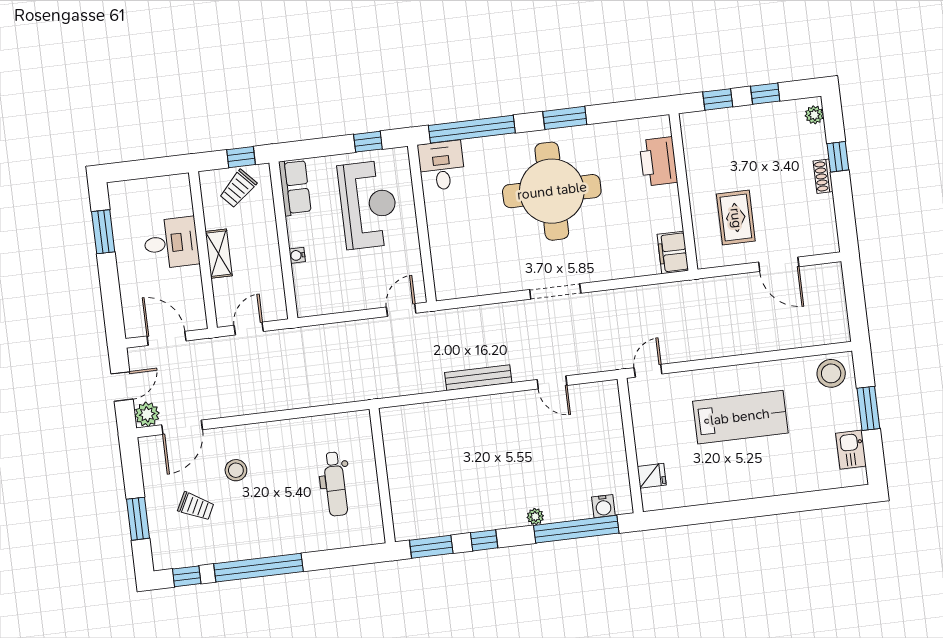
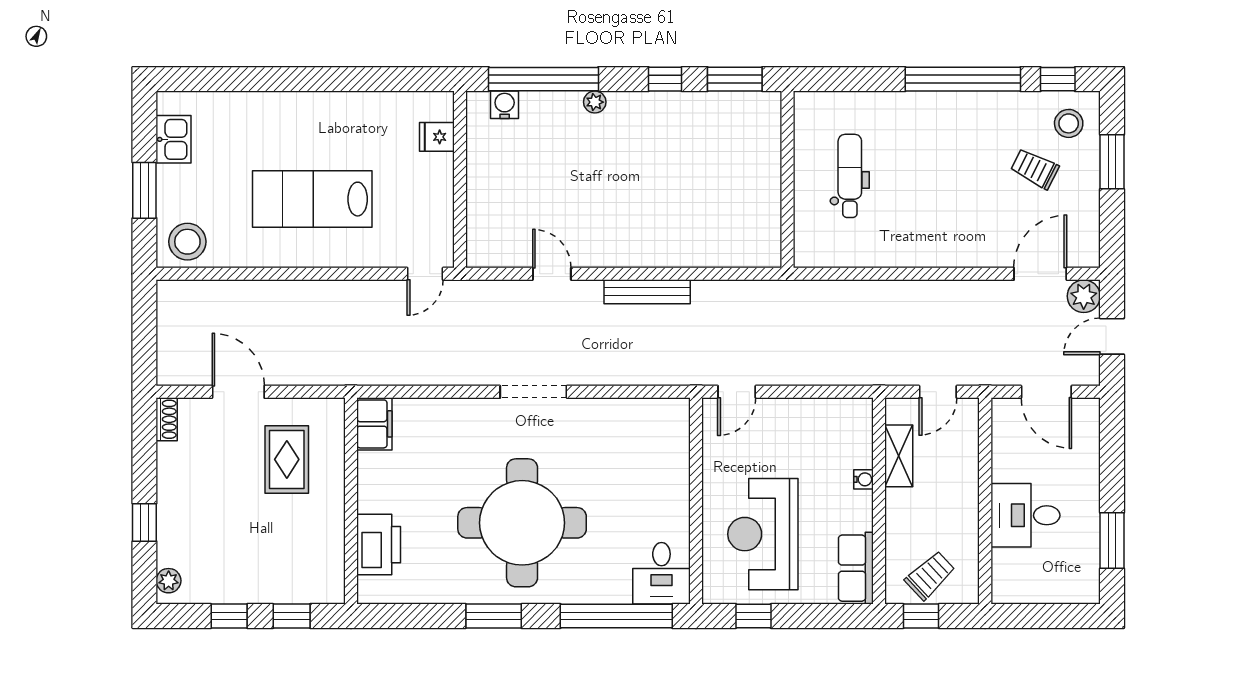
shoe rack: (823, 176) -> (167, 419), moved
shelving: (219, 254) -> (899, 456), moved
stool: (236, 470) -> (1069, 123), moved

